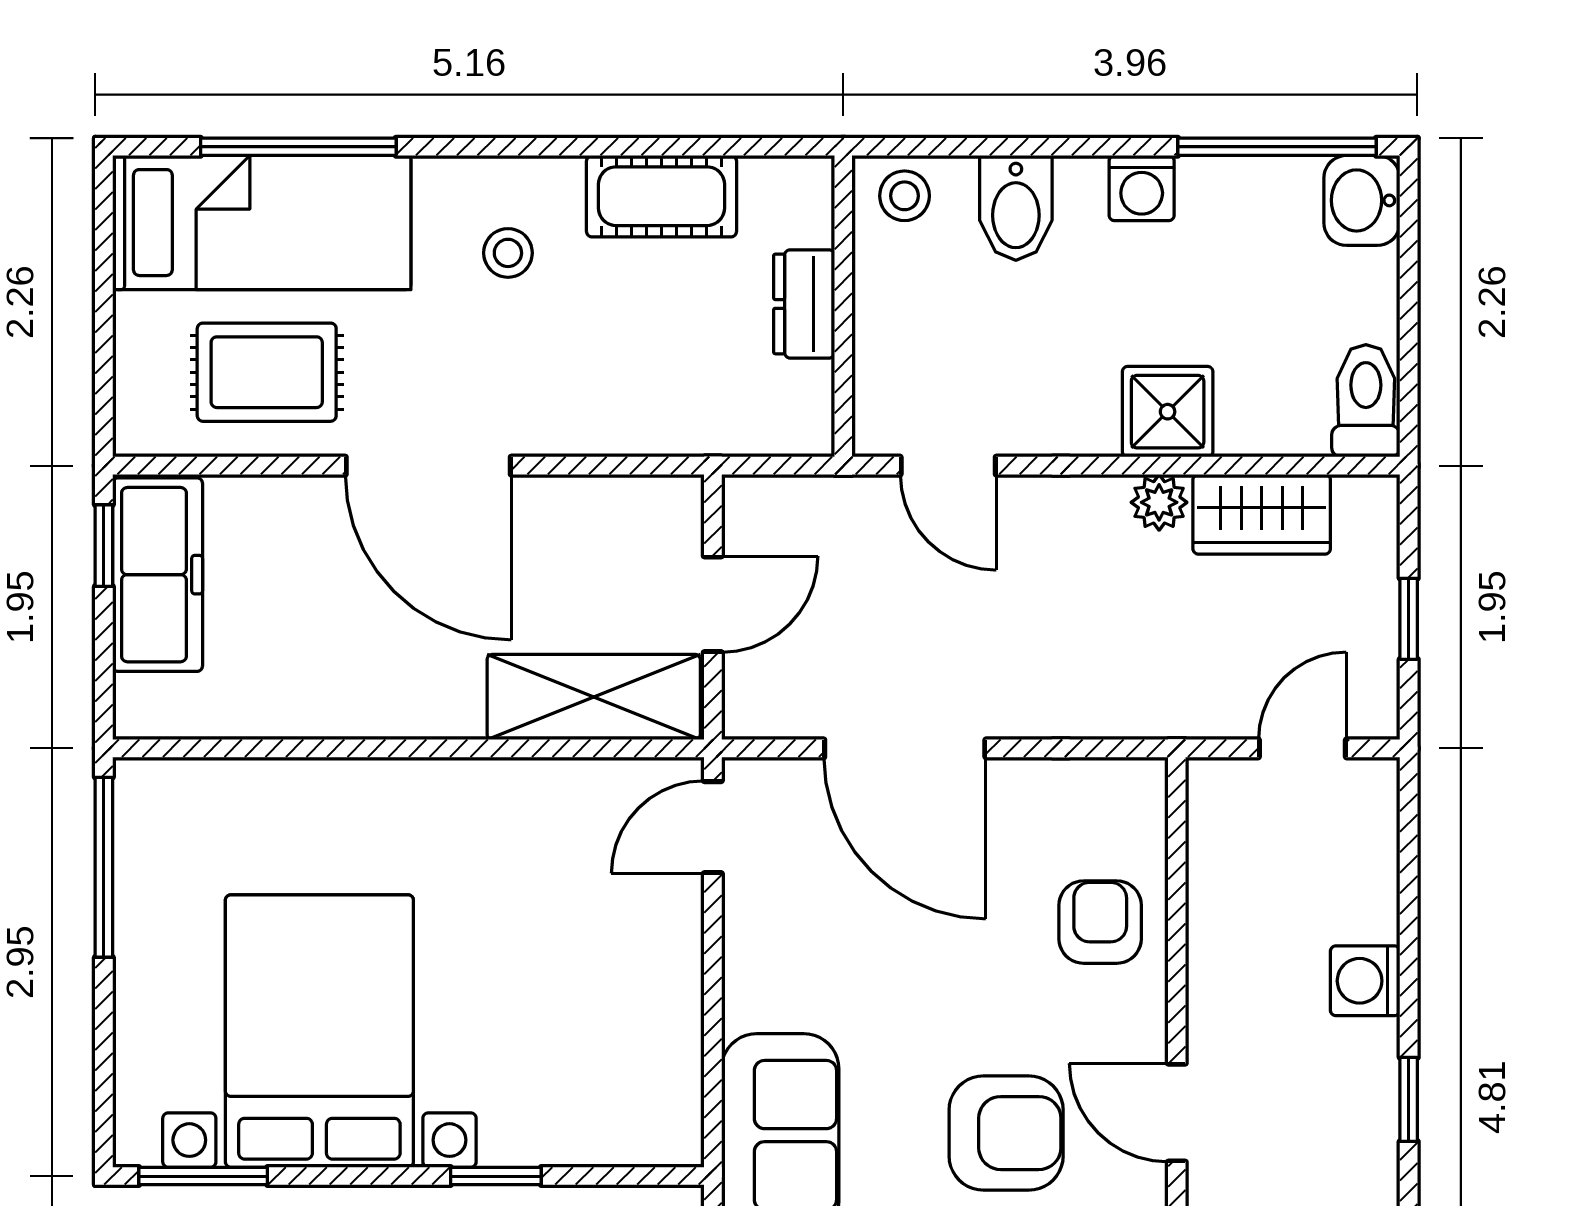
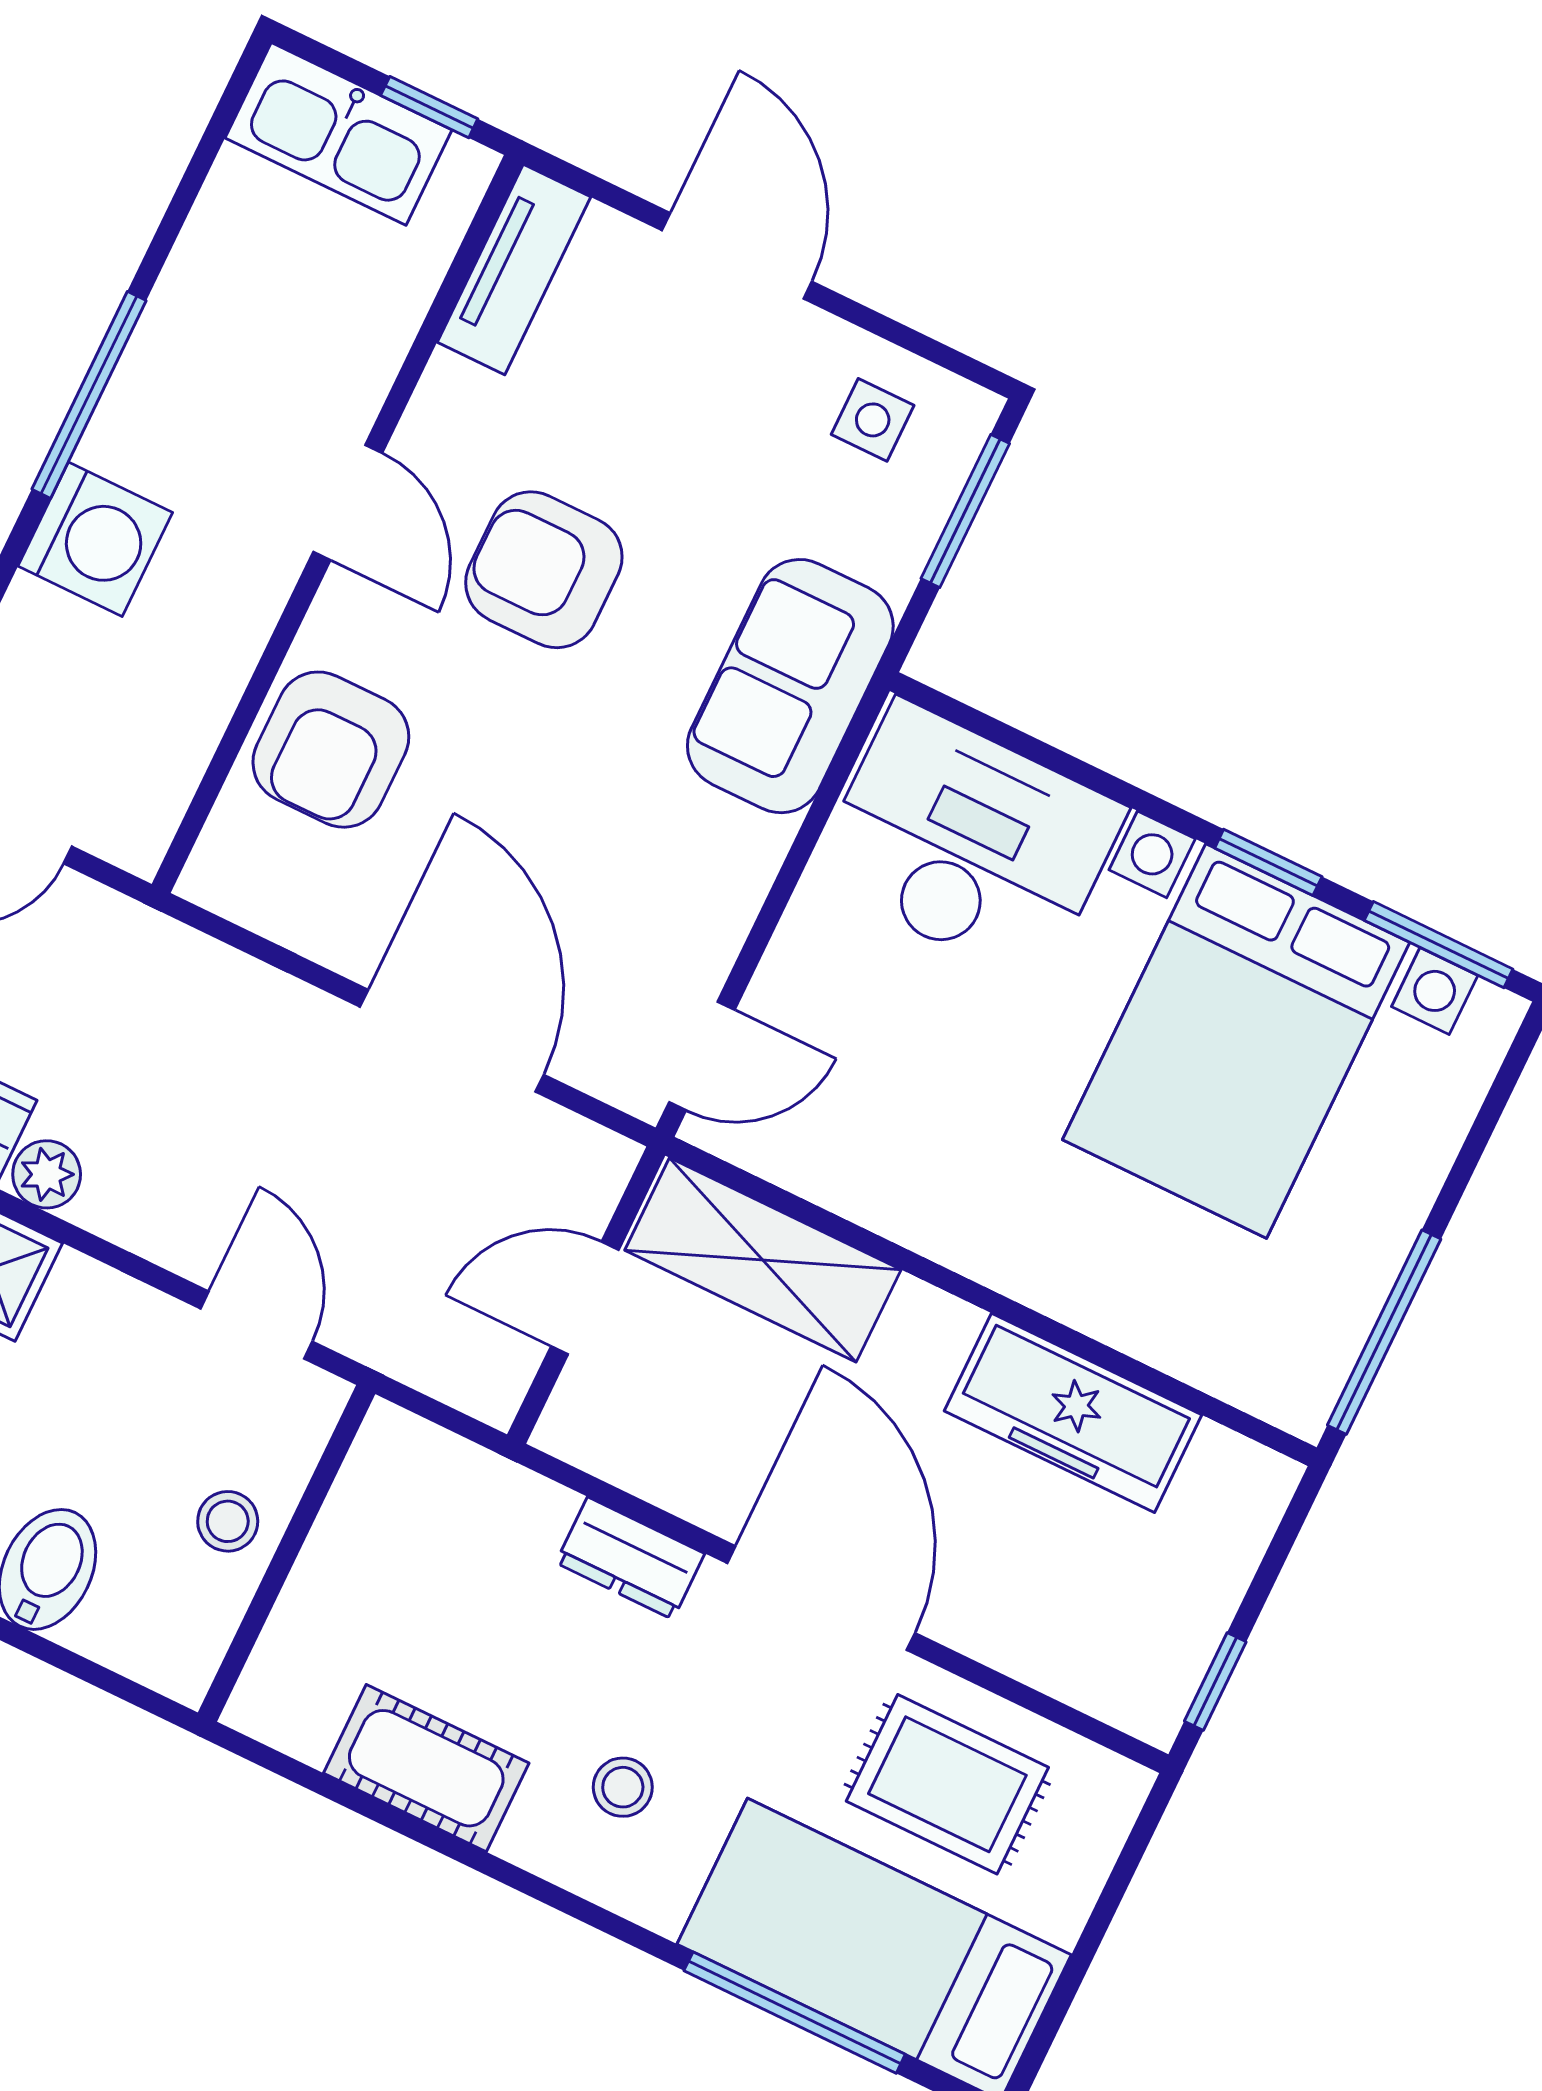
stool: (905, 196) -> (228, 1521), moved
dresser: (804, 304) -> (630, 1558), moved, turned 90
freezer: (158, 575) -> (1073, 1413), moved, turned -90
armchair: (1100, 922) -> (331, 750), width x1.38, depth x1.38
washing machine: (1365, 981) -> (95, 539), width x1.38, depth x1.38
desk: (590, 1082) -> (969, 843), added
window: (1409, 1099) -> (89, 395), width x2.17
window: (496, 1176) -> (1268, 862), moved

